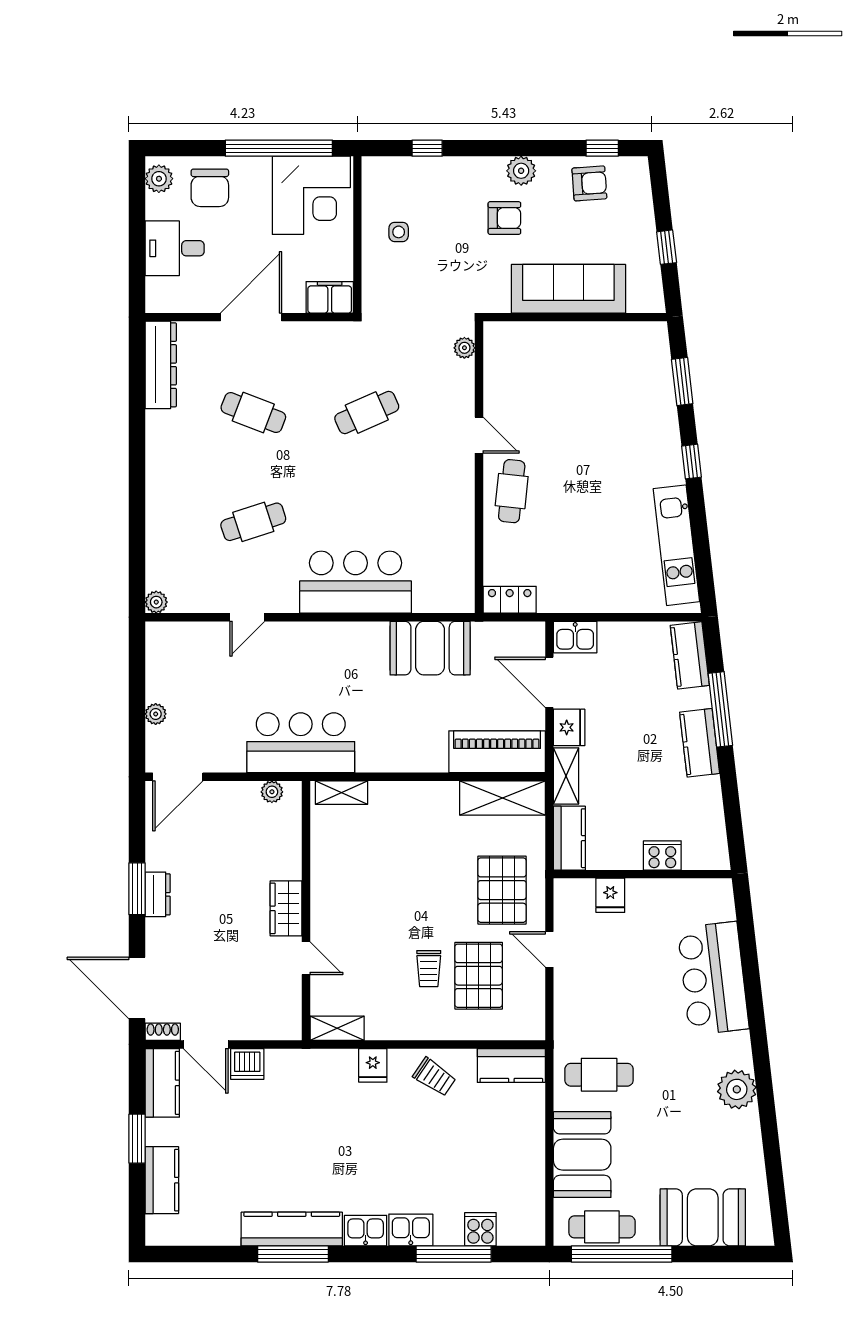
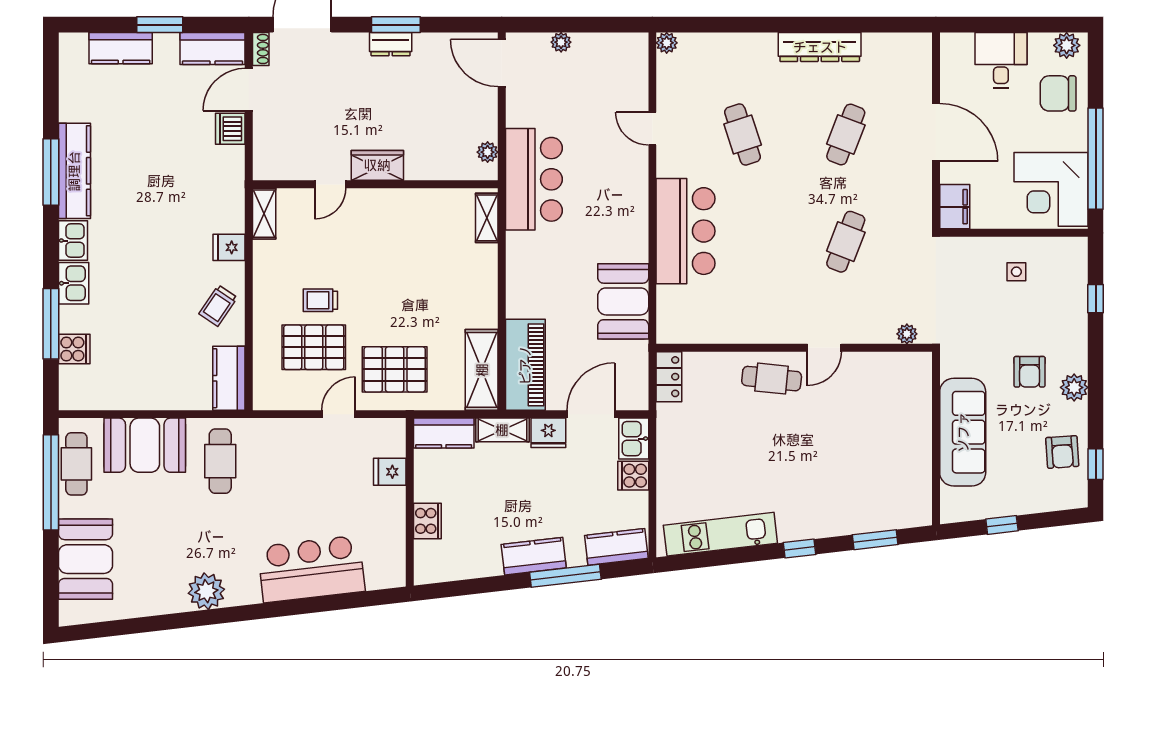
dresser: (161, 365) -> (820, 47), moved
cafe table: (367, 413) -> (846, 242), turned 45
cooker: (614, 637) -> (633, 476), added

